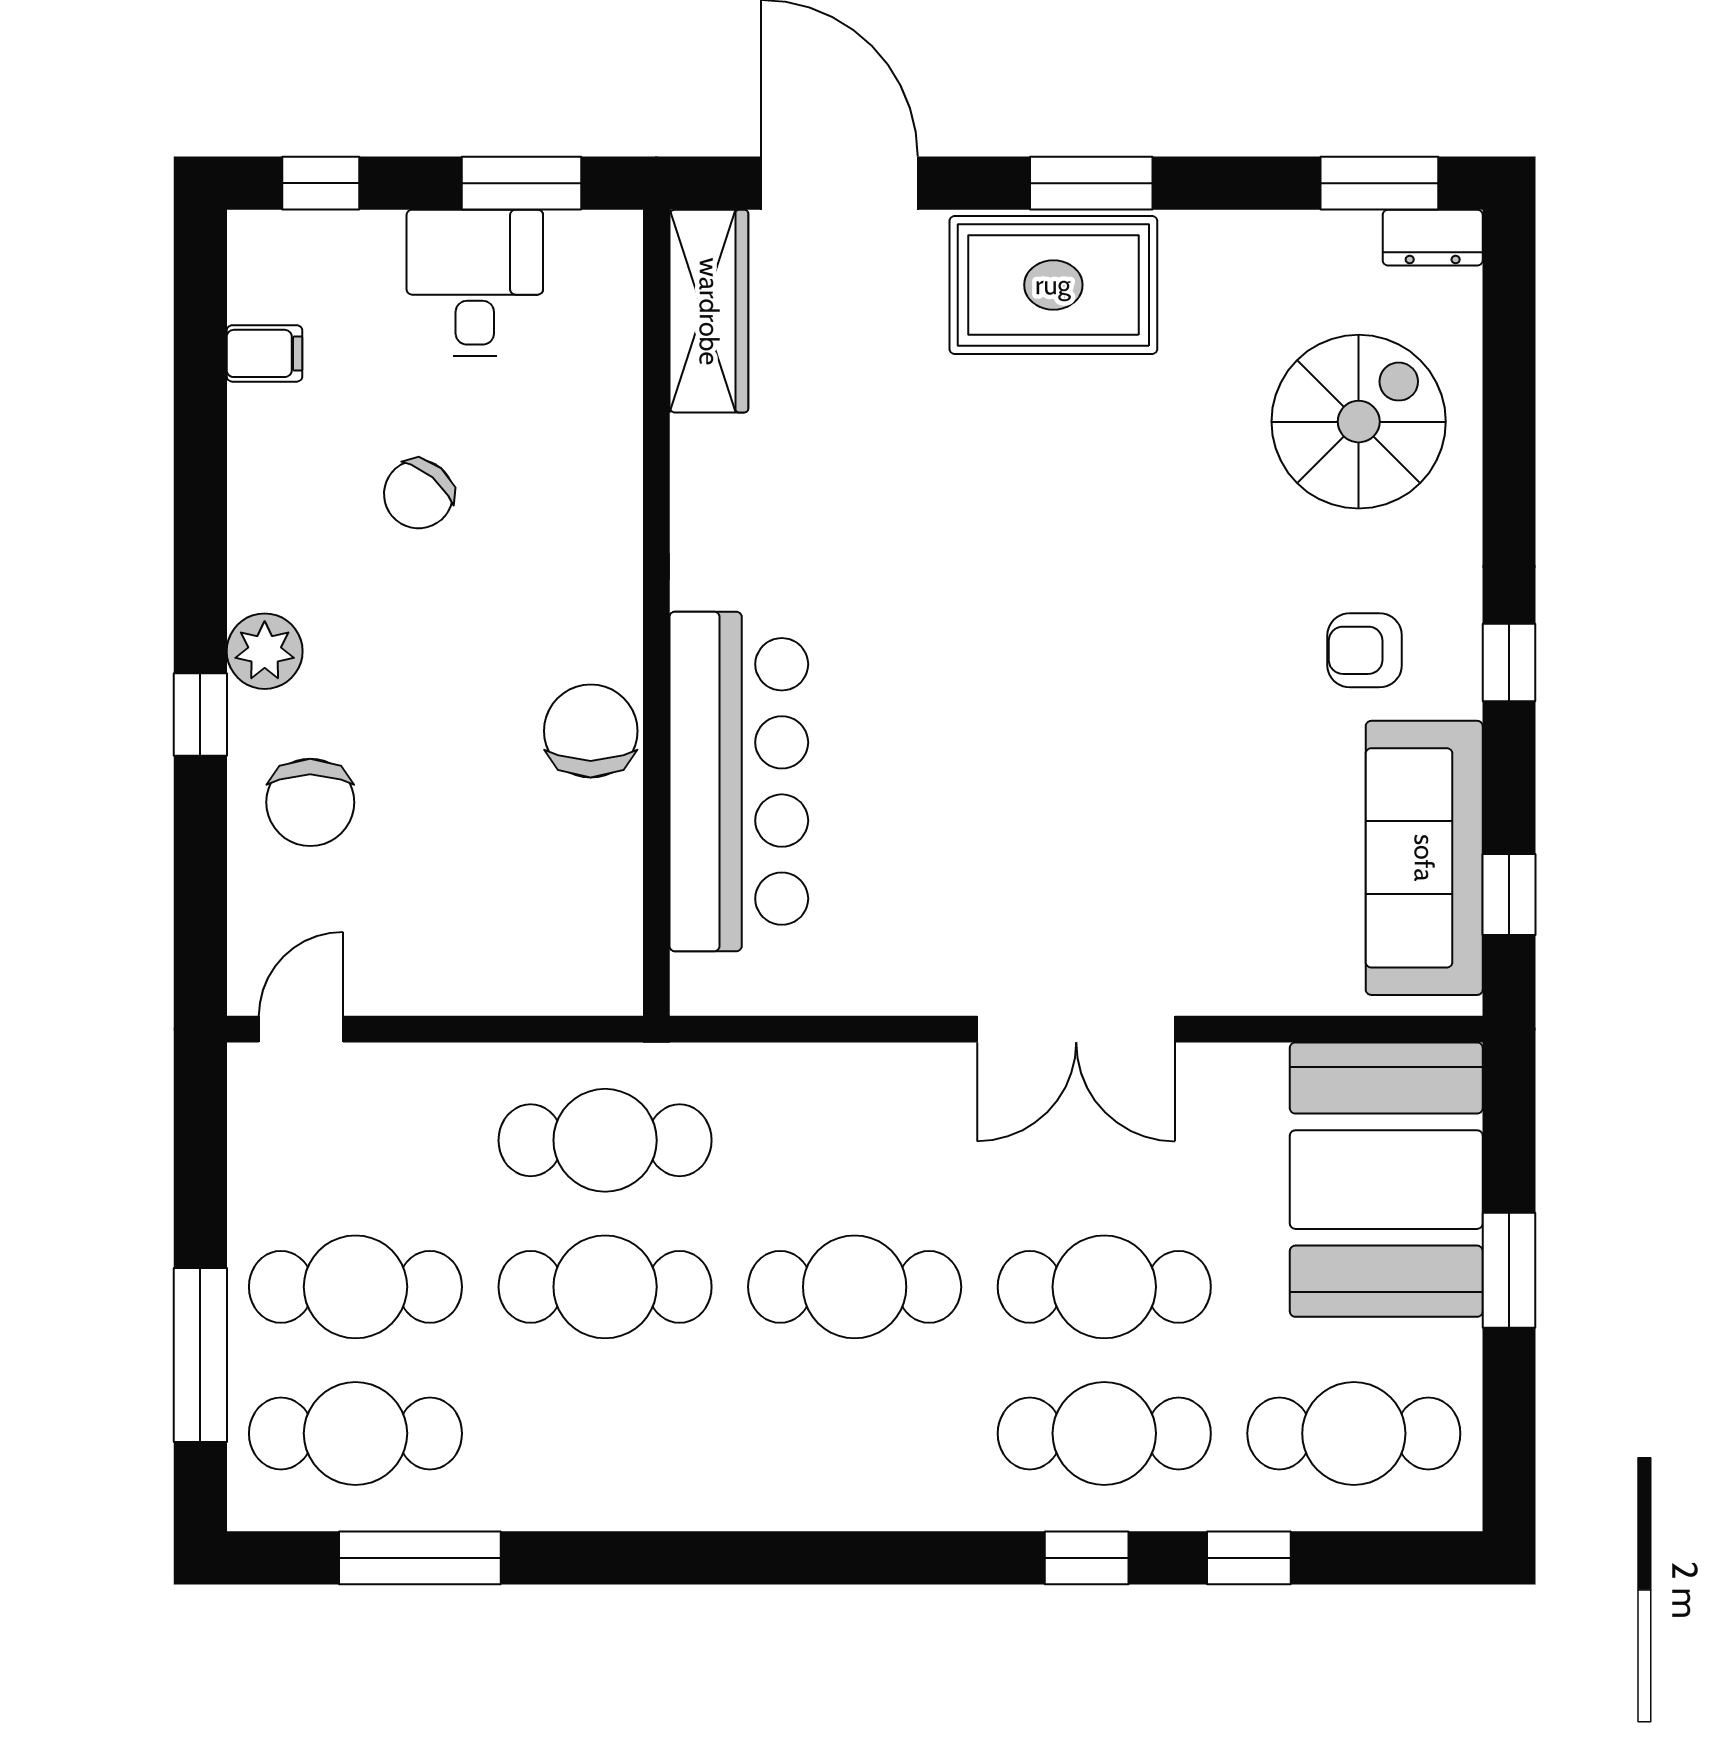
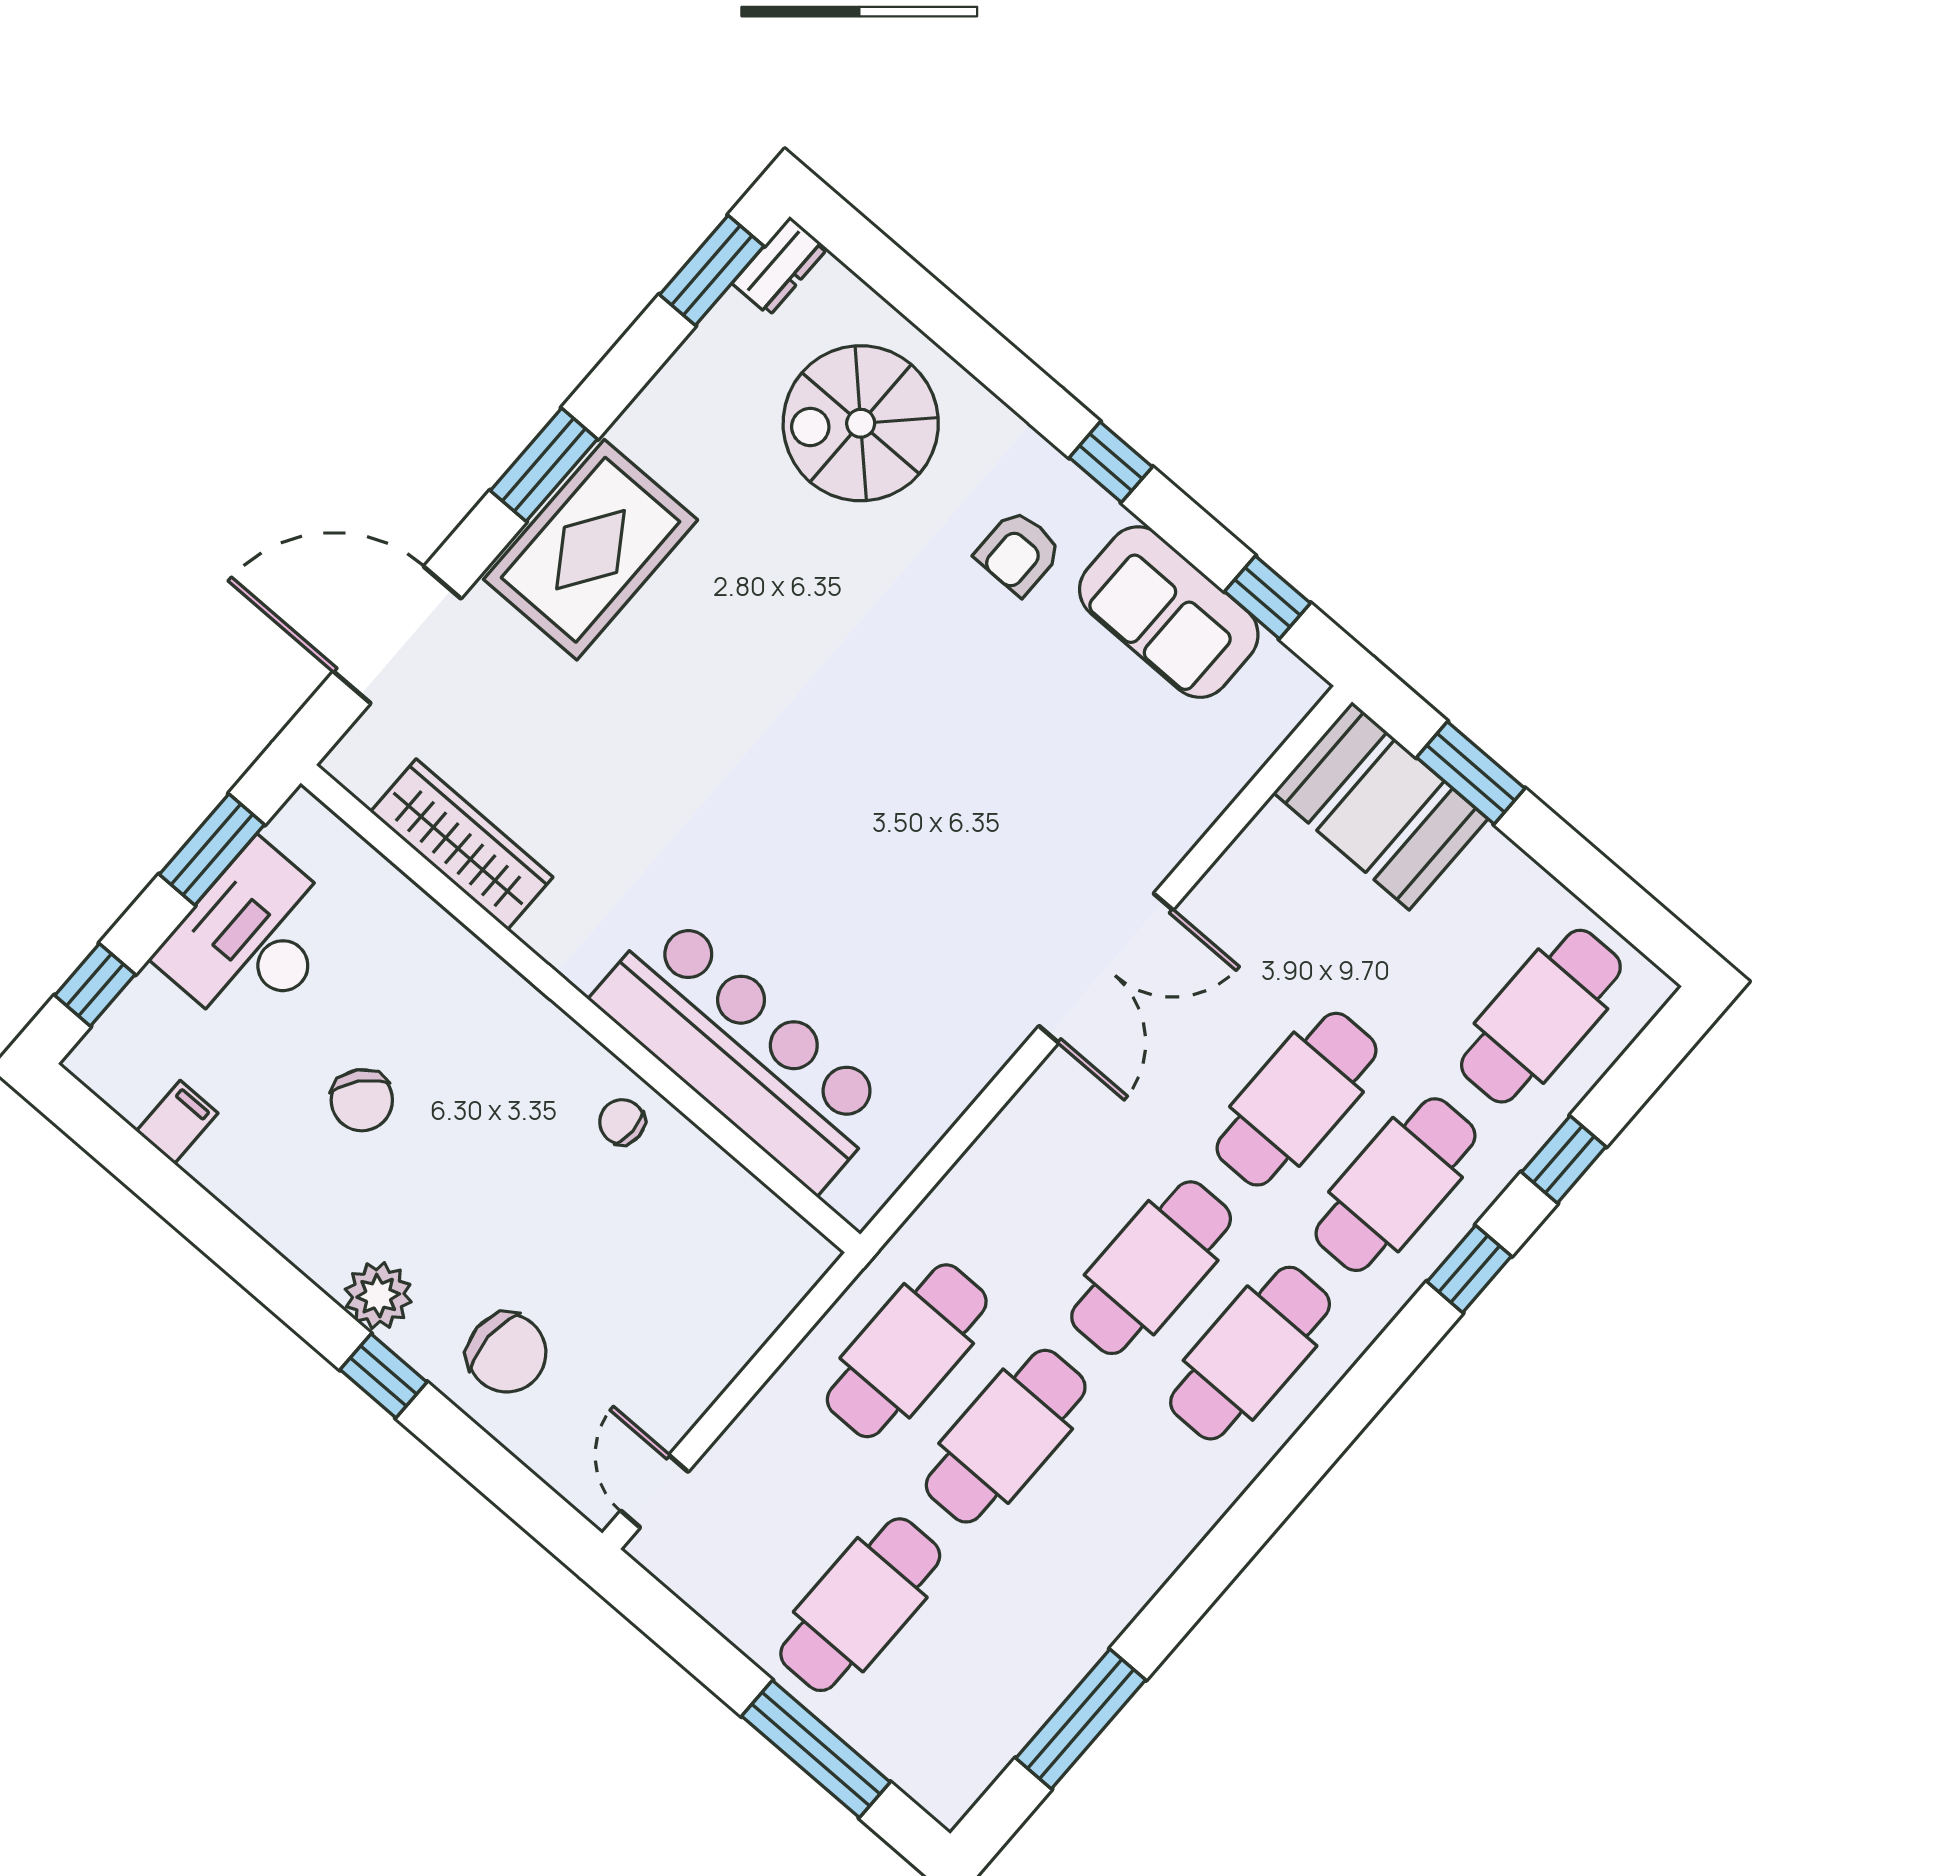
desk: (475, 283) -> (252, 939), width x1.37
wardrobe: (709, 311) -> (462, 844), moved
spiral stairs: (1359, 422) -> (861, 423), turned -90
chair: (591, 731) -> (622, 1122), width x0.54, depth x0.54
sofa: (1424, 858) -> (1169, 612), width x0.73
booth: (1386, 1180) -> (1381, 806), width x0.73, depth x0.70
window: (1509, 1270) -> (1471, 773), moved
cafe table: (355, 1433) -> (1250, 1353), moved

